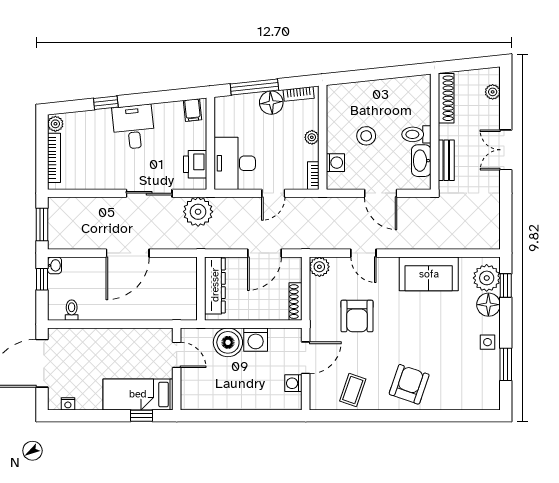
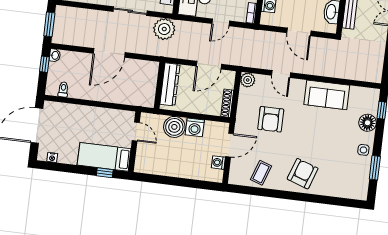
plant: (487, 278) -> (369, 103), removed

